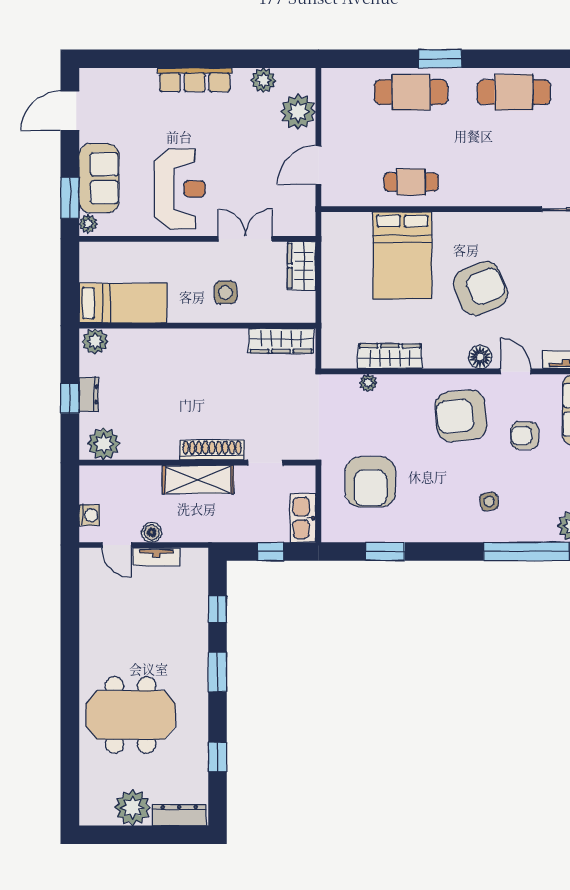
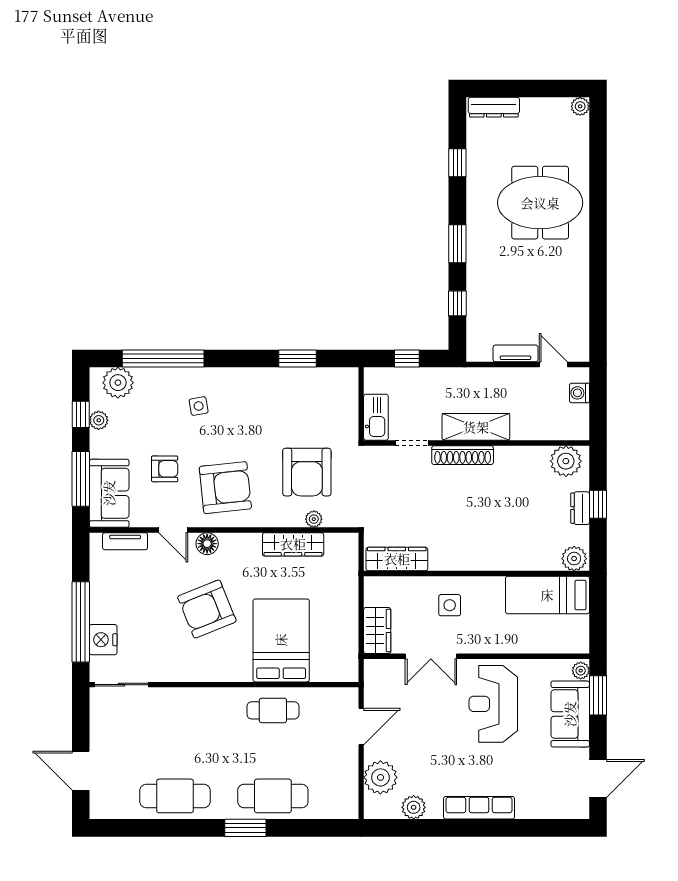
armchair: (370, 482) -> (307, 472), moved, turned 180
kitchen sink: (303, 518) -> (376, 417), moved
boiler: (152, 532) -> (520, 377), removed
plant: (133, 808) -> (580, 106), moved, width x0.53, depth x0.53

